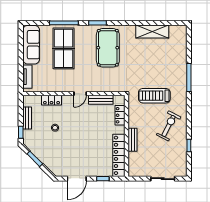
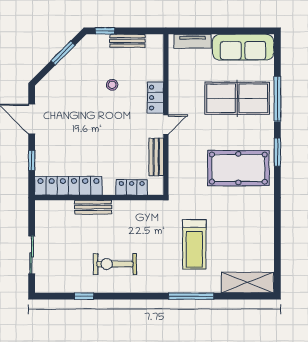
shelving: (152, 32) -> (247, 283), moved, turned 90
door: (80, 94) -> (166, 124), swing flipped
treadmill: (154, 96) -> (194, 244), moved, turned 180
locker: (51, 100) -> (156, 98), moved
exercise bike: (169, 126) -> (115, 264), turned 153

